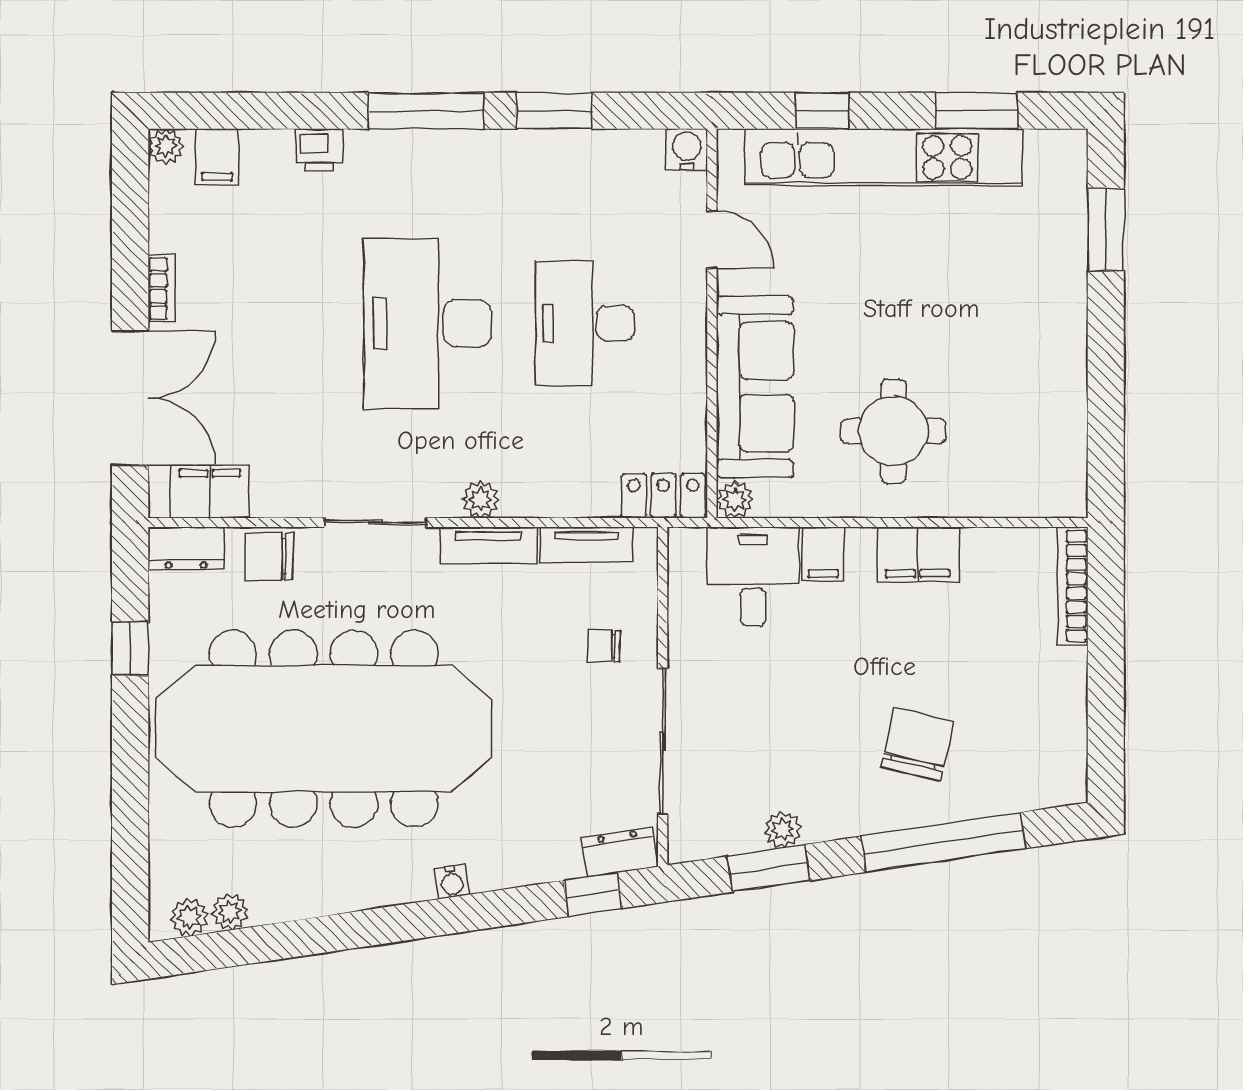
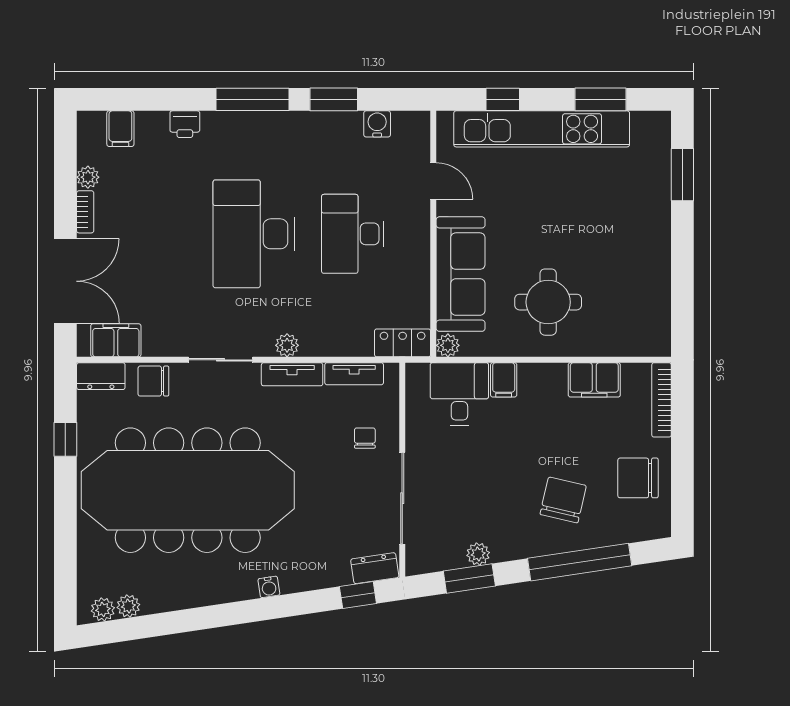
plant: (166, 146) -> (88, 177), moved
water cooler: (687, 149) -> (377, 124), moved
filing cabinet: (918, 554) -> (594, 380), moved
chair: (604, 646) -> (365, 438), turned 90
chair: (1036, 709) -> (638, 478), added

